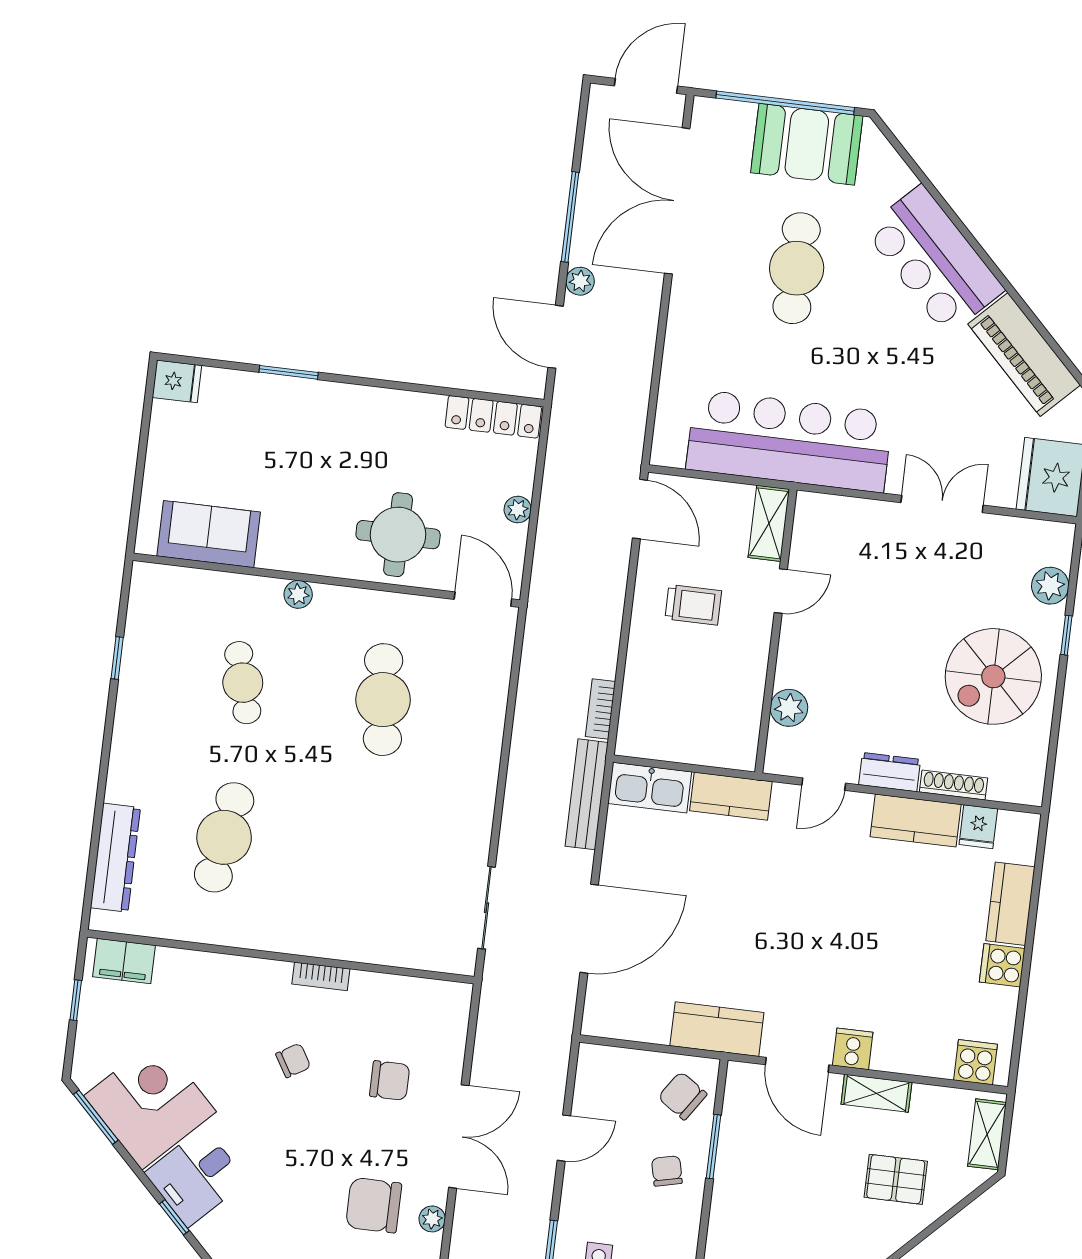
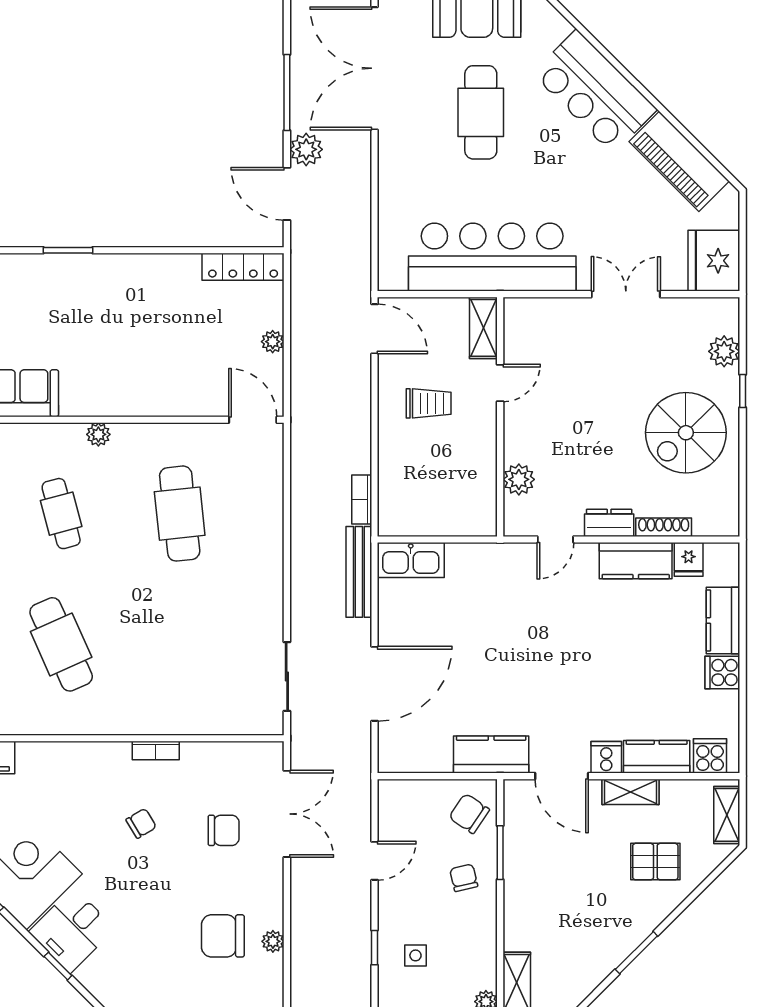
plant: (580, 281) -> (306, 149), width x1.38, depth x1.38
round table: (398, 535) -> (176, 375), removed
kitchen counter: (731, 796) -> (657, 757), moved, turned 180
cafe table: (224, 837) -> (61, 644), turned -33
double door: (459, 1136) -> (287, 814), moved

